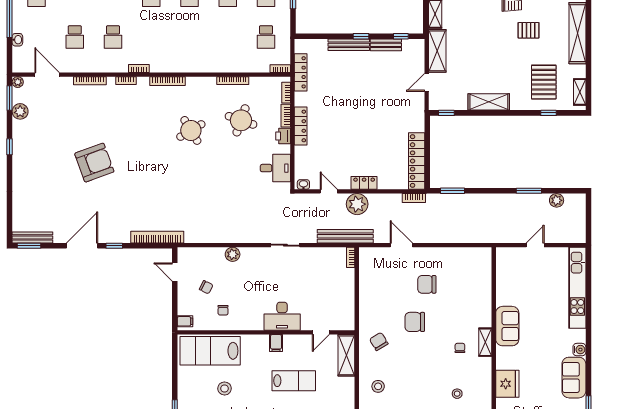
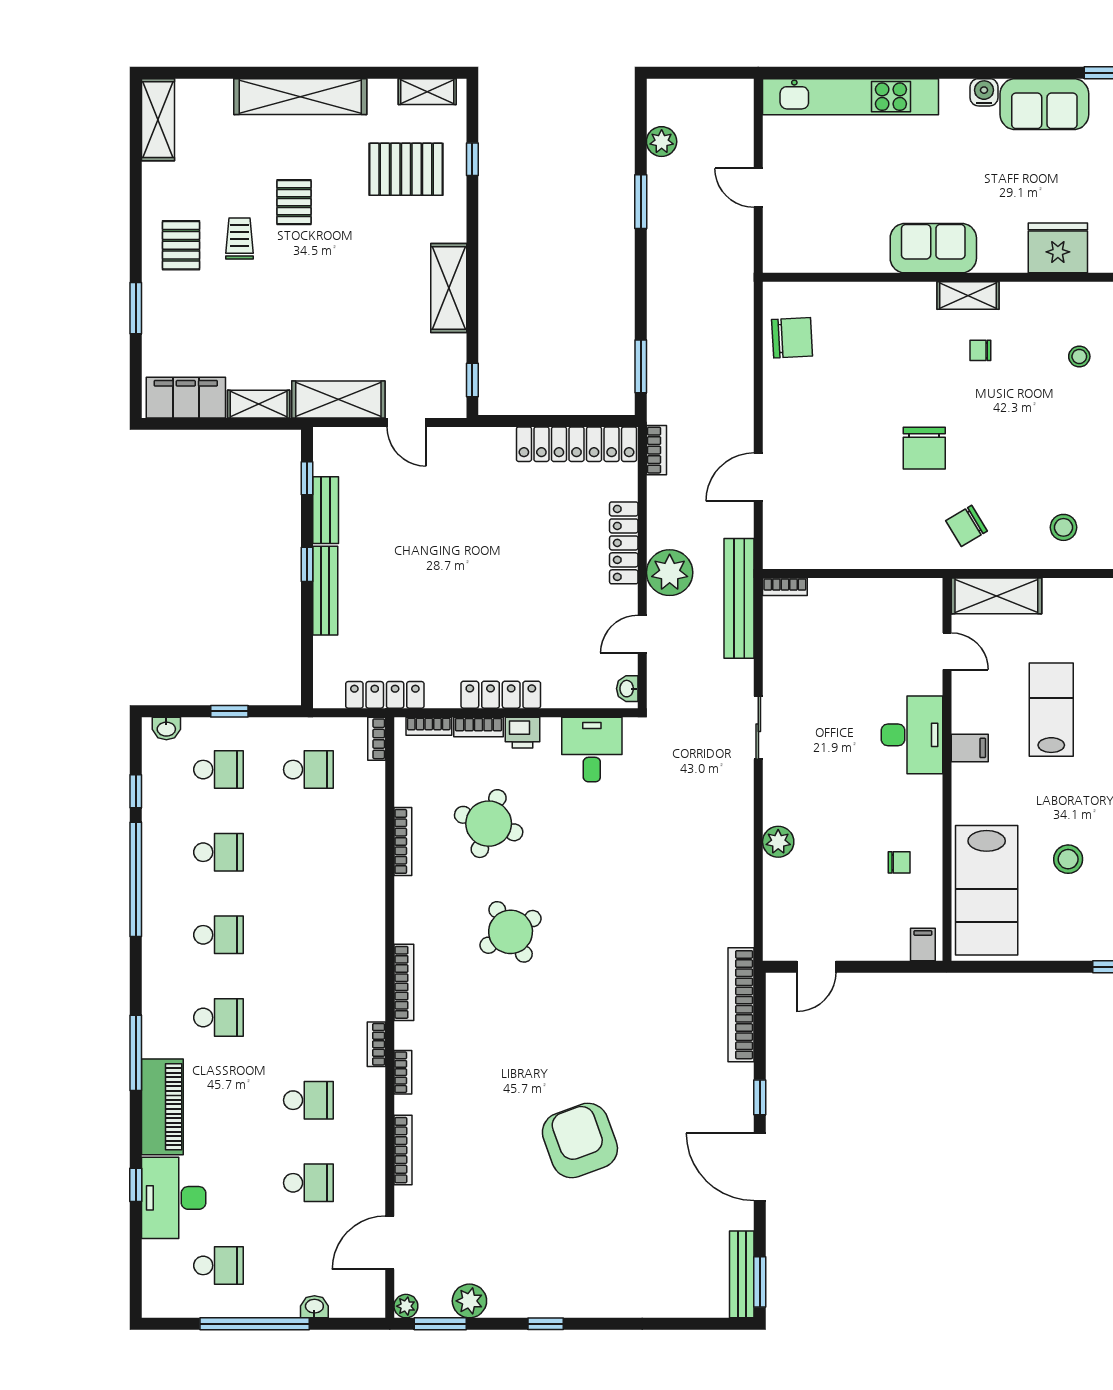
locker: (364, 183) -> (624, 543), width x1.53
chair: (427, 284) -> (792, 338), moved, turned -93
chair: (206, 287) -> (849, 899), removed

